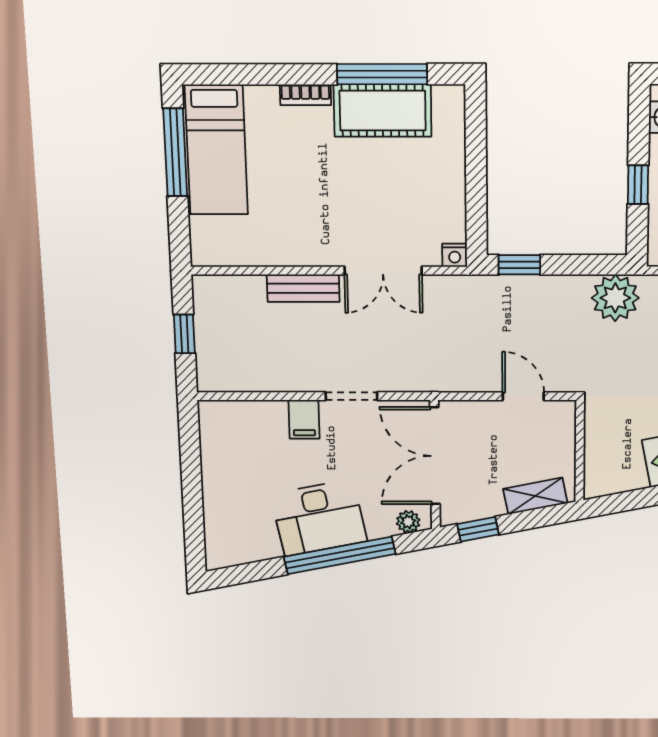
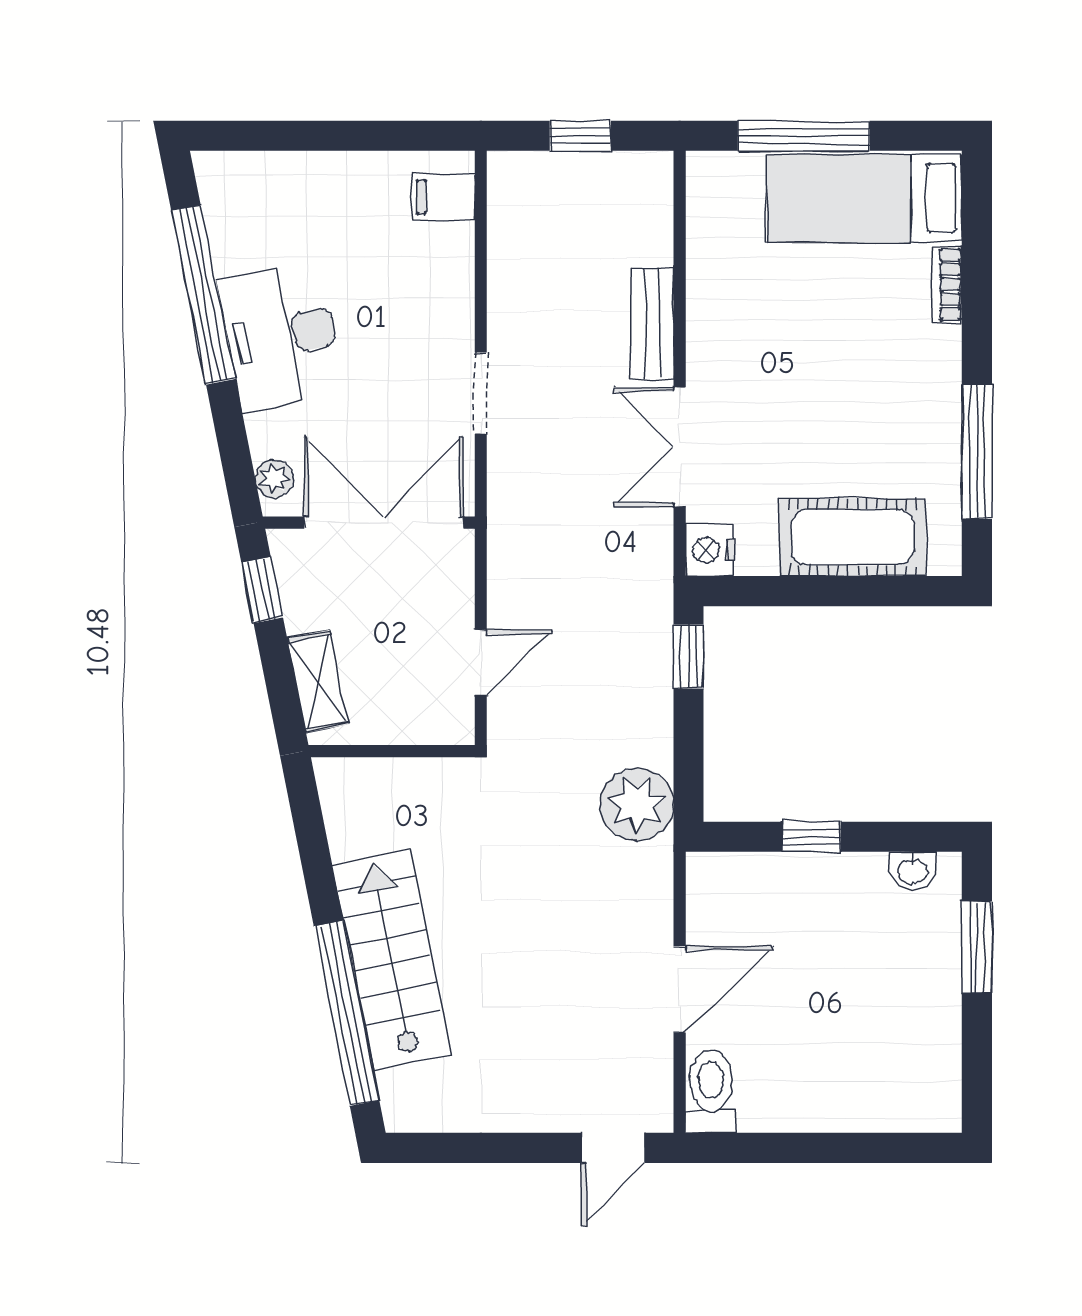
bookcase: (305, 95) -> (947, 284), moved
cot: (383, 111) -> (853, 537), moved, turned 90
window: (175, 152) -> (804, 136), moved
nightstand: (455, 255) -> (710, 550), width x1.39, depth x1.35
filing cabinet: (304, 419) -> (443, 197), moved
window: (340, 555) -> (203, 295), moved

